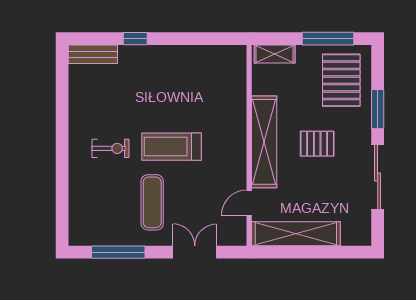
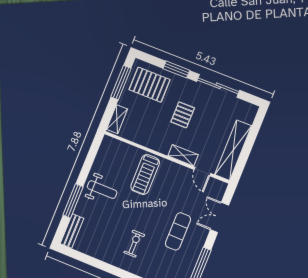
window: (135, 39) -> (73, 201), width x2.17
weight bench: (168, 73) -> (102, 190), added
shelving: (264, 142) -> (183, 155), width x0.45, depth x0.75
treadmill: (171, 147) -> (145, 175), moved
exercise mat: (152, 202) -> (178, 231), turned 90

